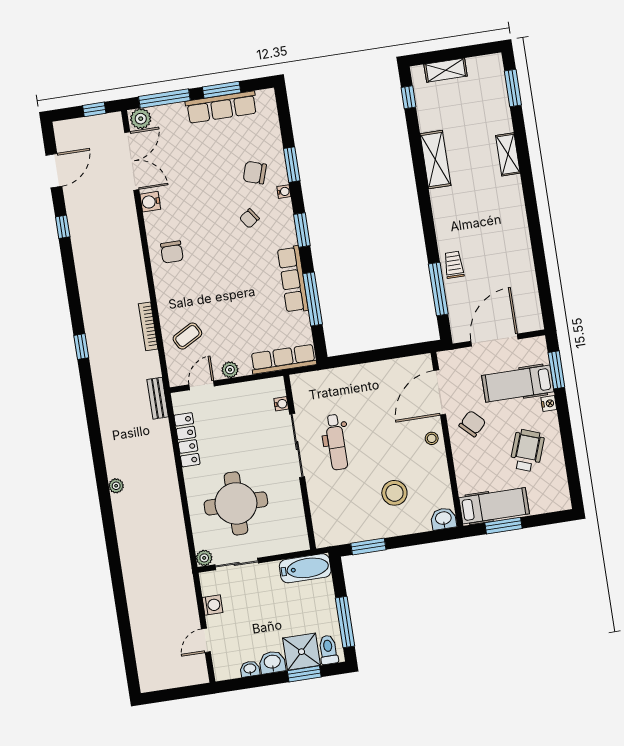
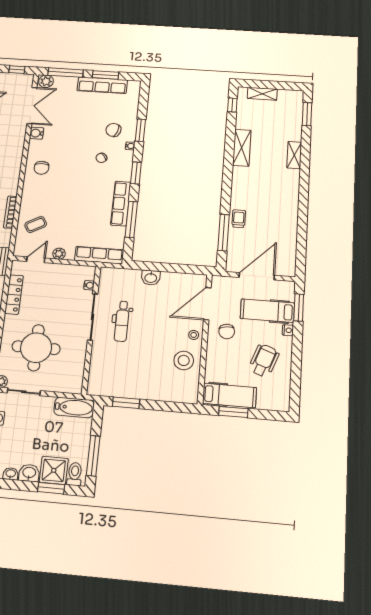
chair: (472, 424) -> (227, 331), turned 128
stool: (394, 493) -> (184, 360), moved
washbasin: (443, 519) -> (151, 278), moved, turned 180

